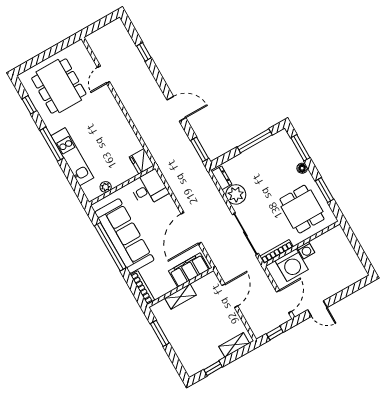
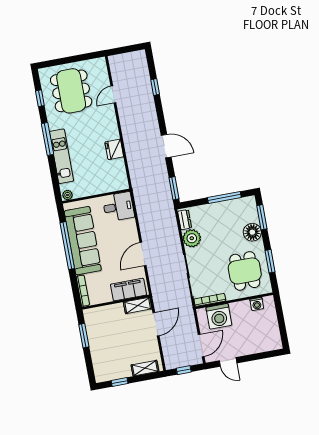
fridge: (142, 161) -> (114, 149), moved
floor lamp: (302, 168) -> (252, 232), width x1.89, depth x1.89
plant: (106, 187) -> (67, 195), moved
door: (191, 228) -> (143, 254), width x0.73
washing machine: (306, 250) -> (257, 304), moved
shelving: (180, 297) -> (138, 305), moved

